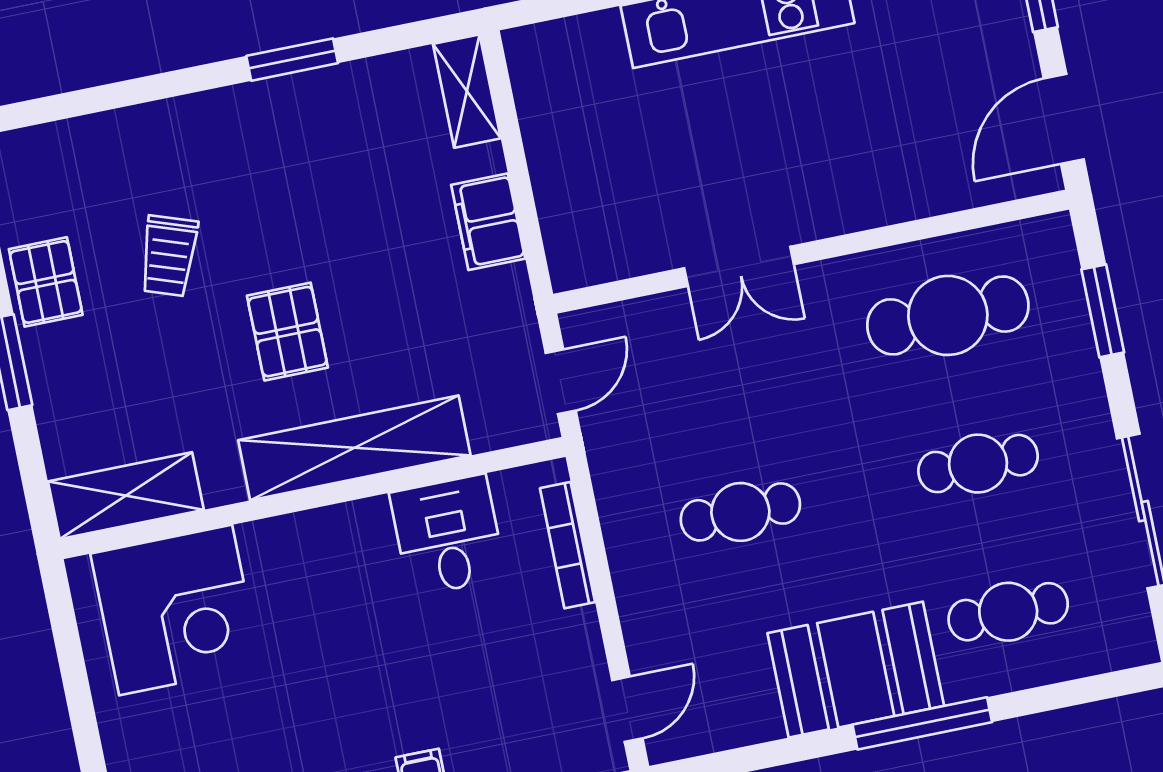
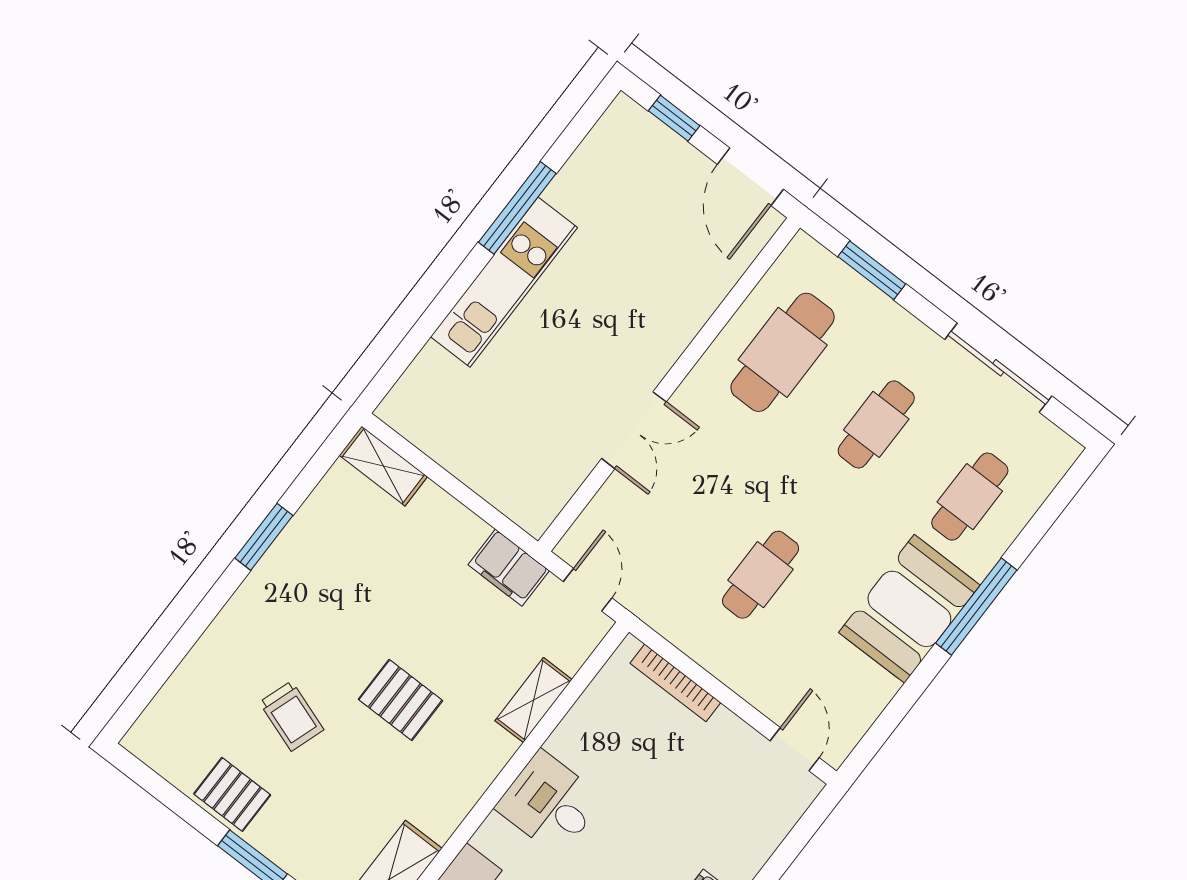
filing cabinet: (488, 222) -> (509, 568), moved
shelving: (354, 448) -> (534, 700), width x0.45, depth x0.75
desk: (448, 535) -> (550, 803), moved

